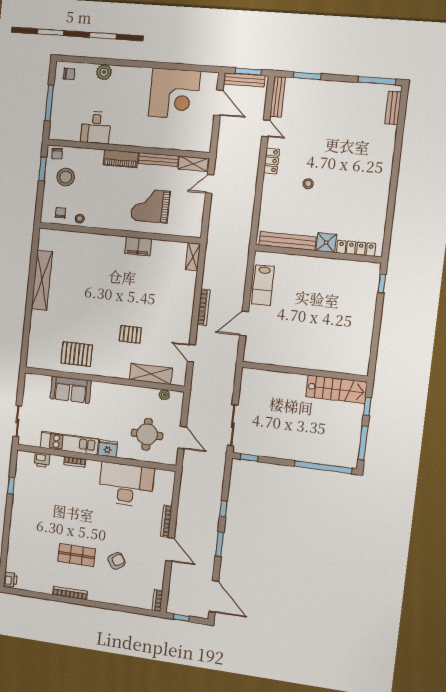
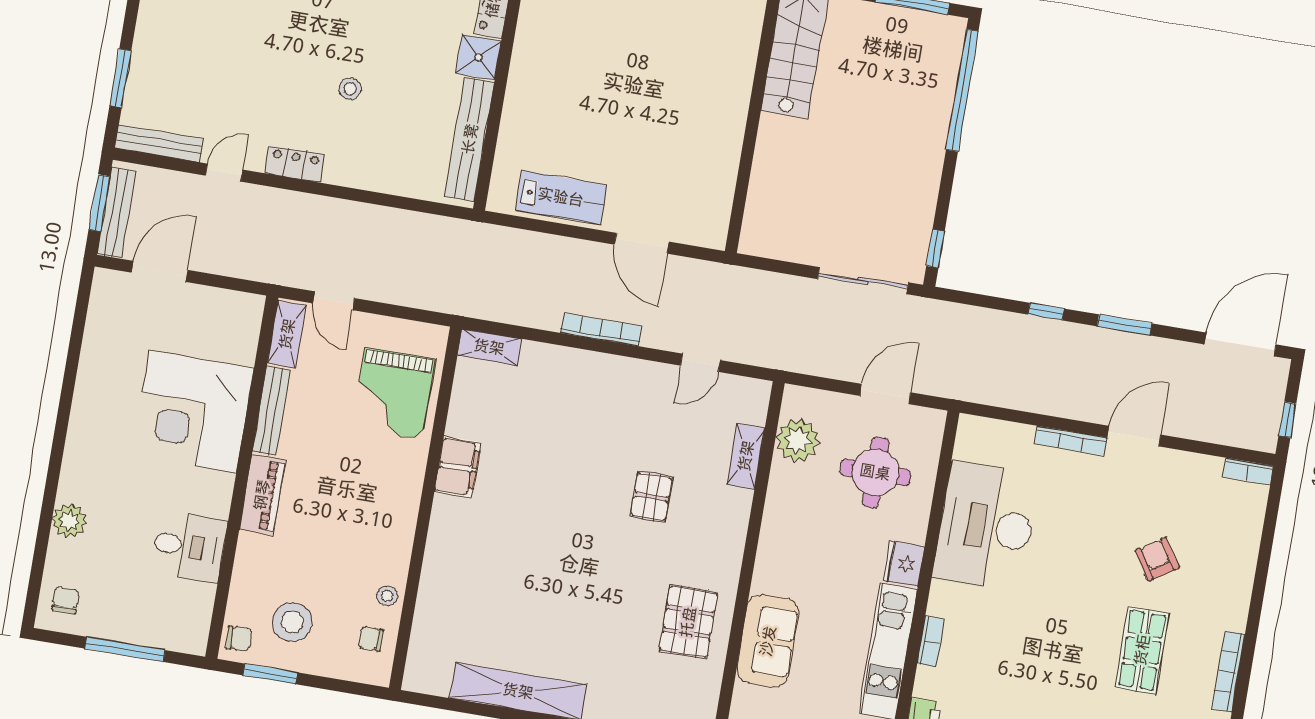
corner desk: (174, 94) -> (193, 412), moved, turned 180
grand piano: (150, 206) -> (393, 394), moved
shelving: (151, 374) -> (746, 456), width x0.67, depth x0.75
plant: (164, 395) -> (798, 440), width x1.87, depth x1.87

